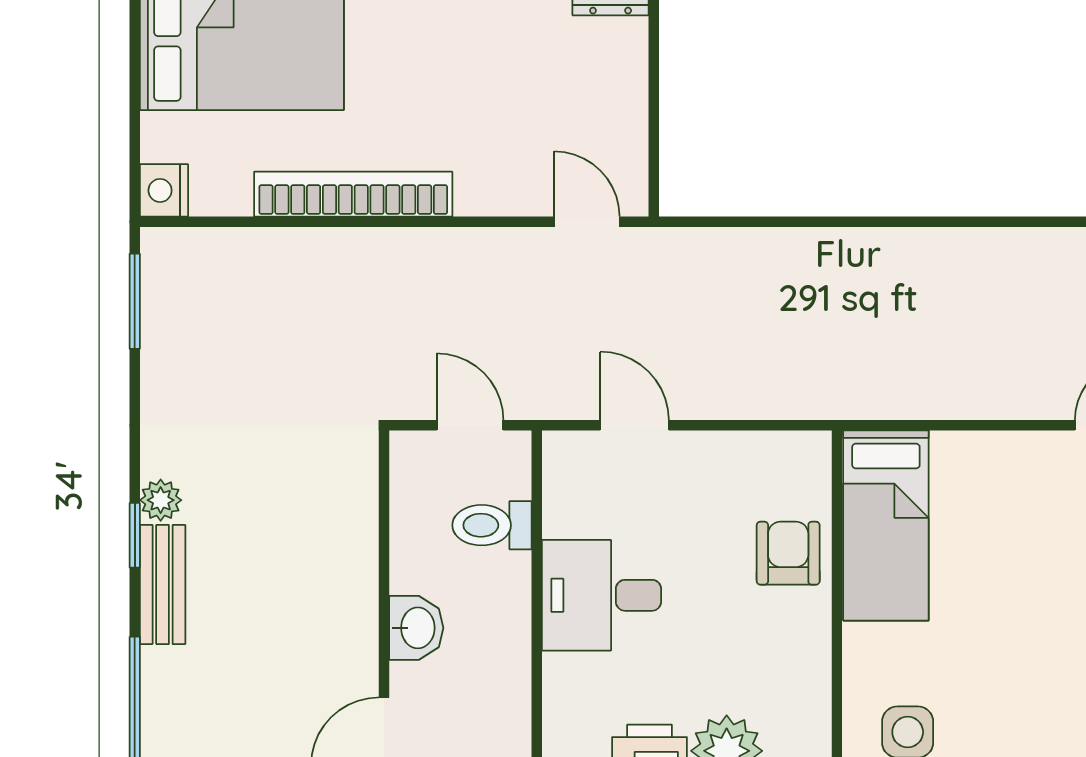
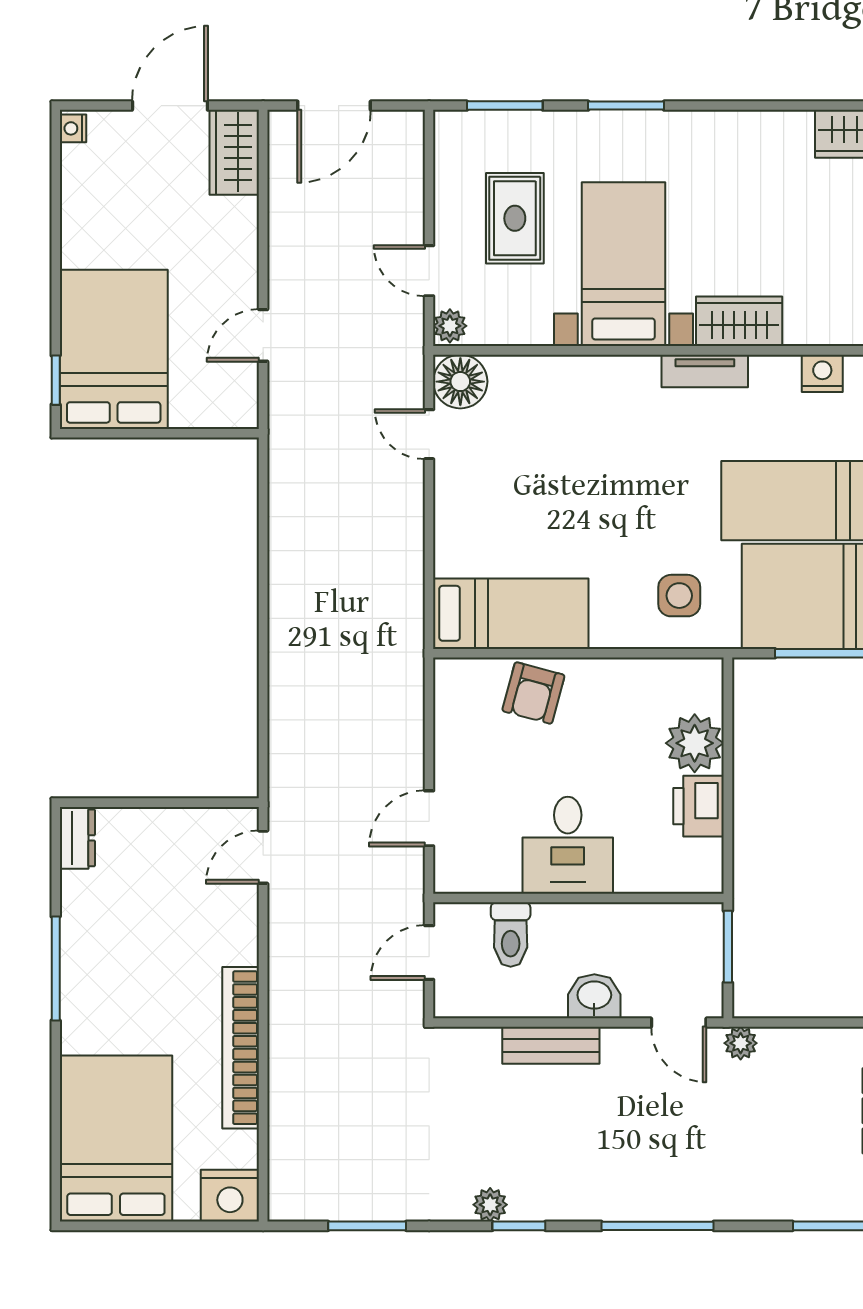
nightstand: (164, 190) -> (230, 1196), width x1.36, depth x1.33
window: (135, 301) -> (367, 1226), moved
armchair: (788, 553) -> (533, 693), turned -75
bench: (163, 585) -> (551, 1045), moved

